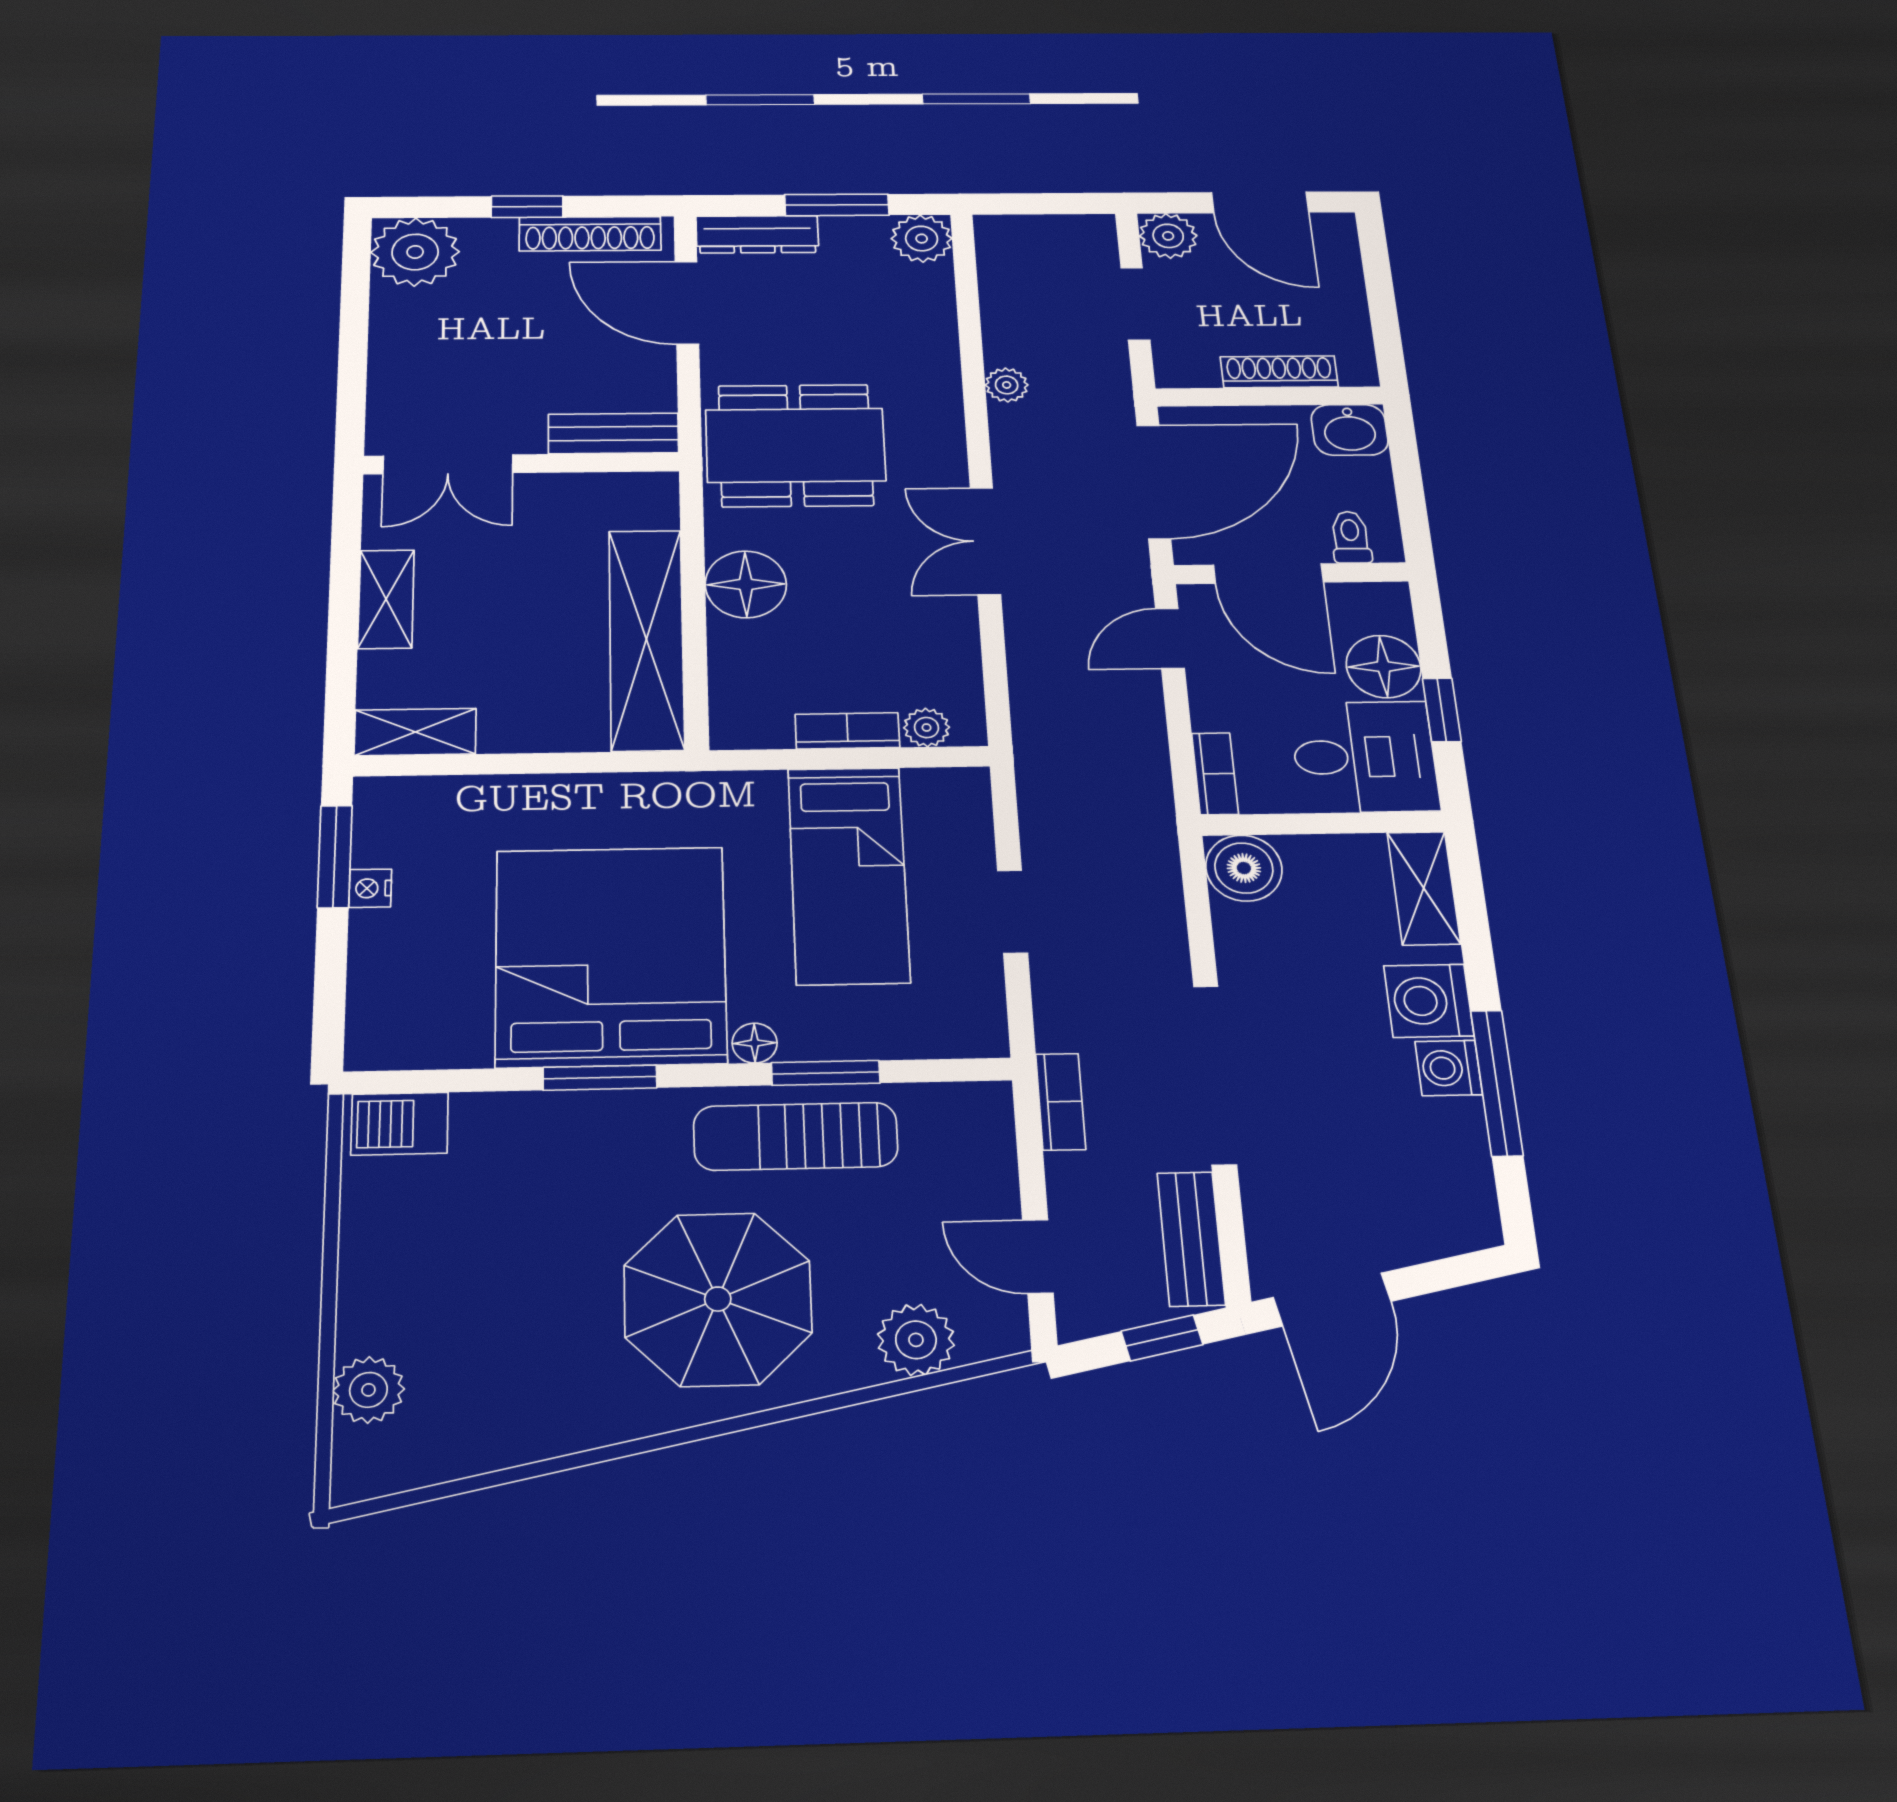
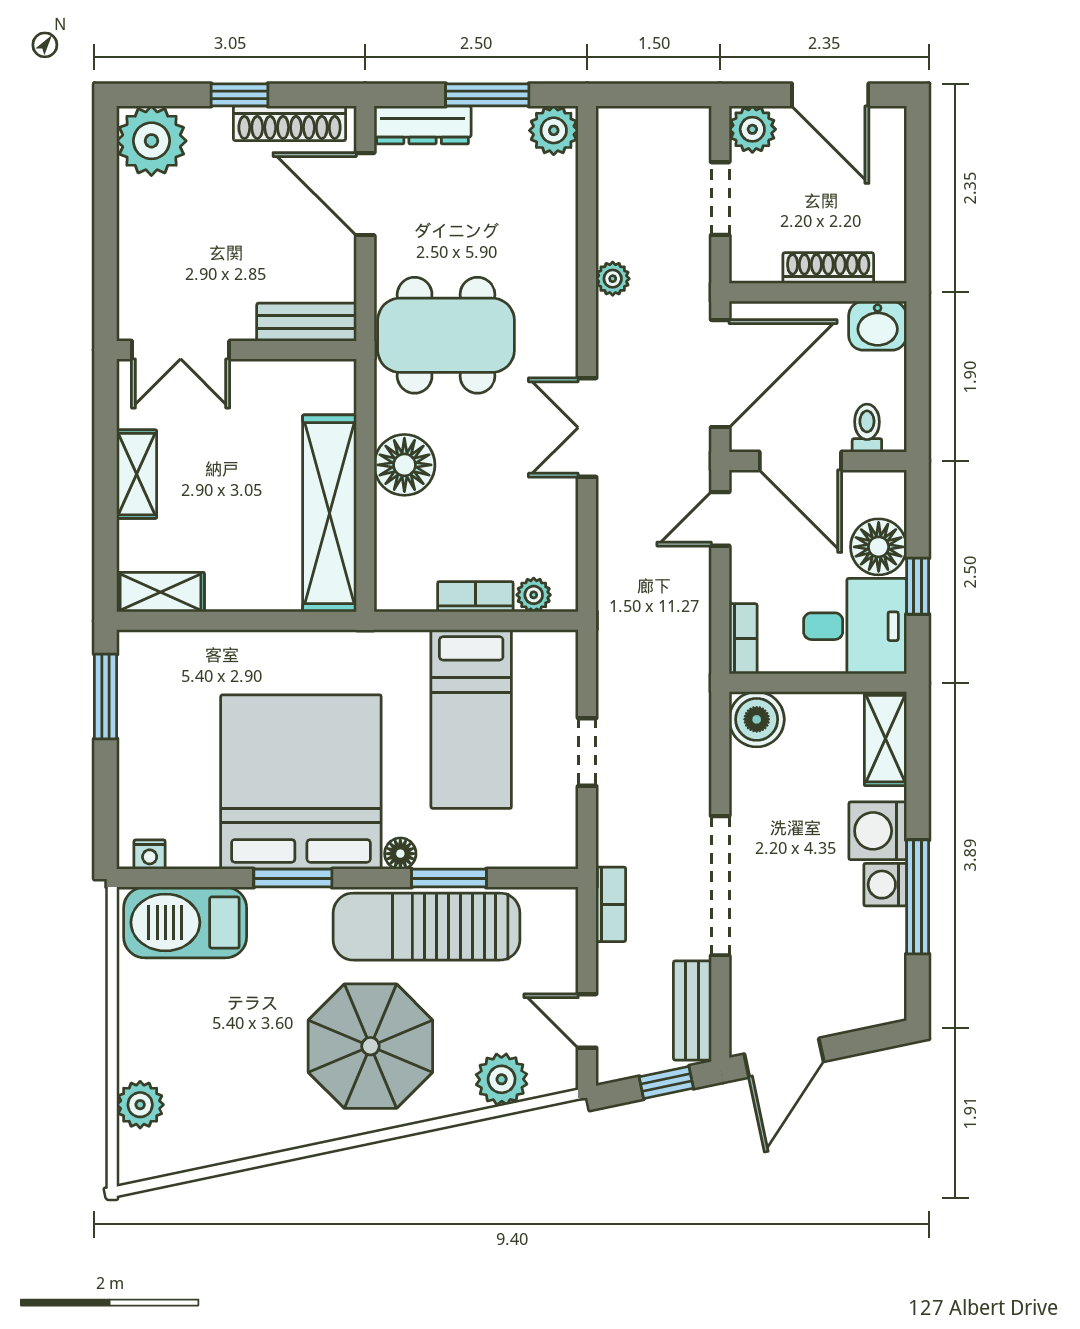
nightstand: (370, 888) -> (150, 855), moved, turned -90
barbecue: (400, 1124) -> (185, 922), width x1.88, depth x1.53
sun lounger: (796, 1136) -> (427, 927), width x1.36, depth x1.34

